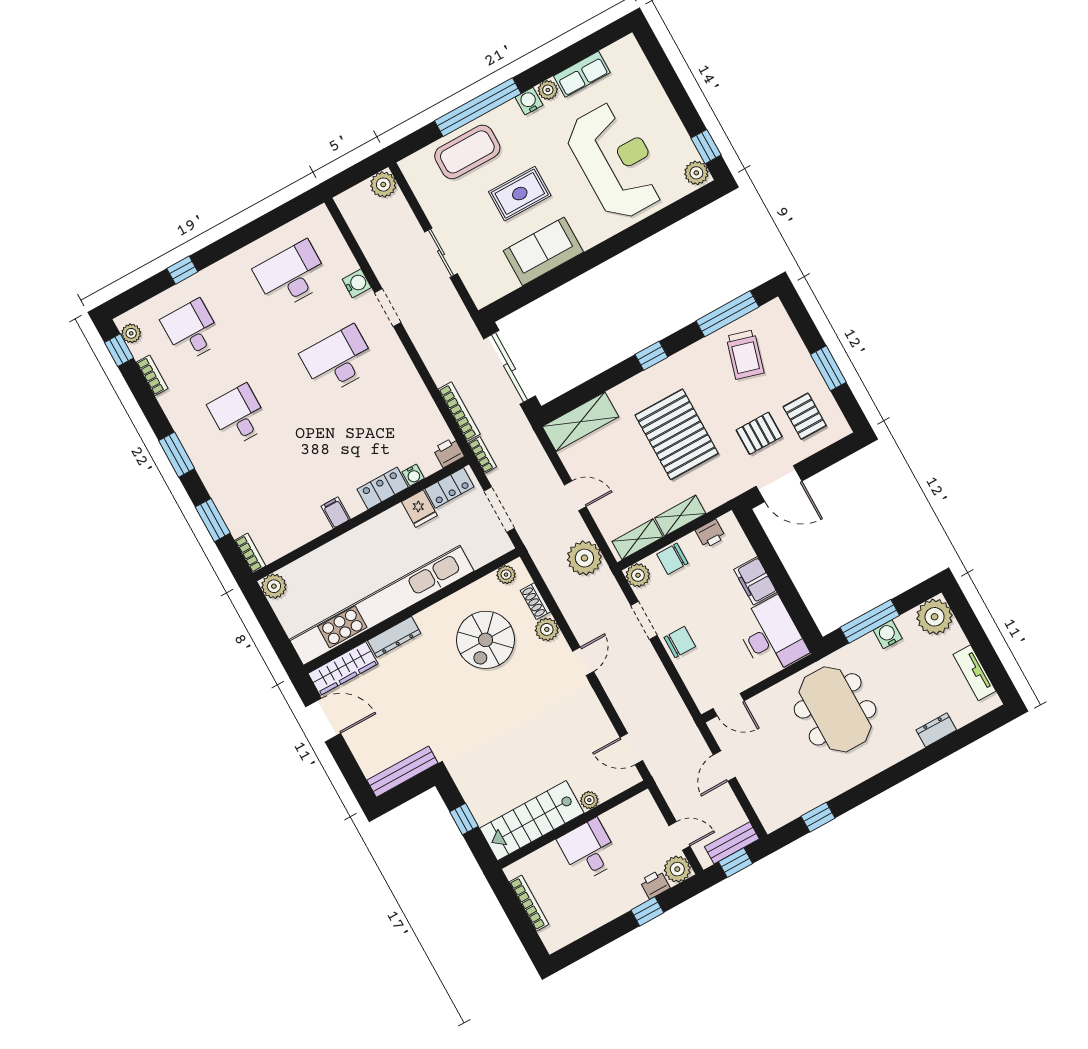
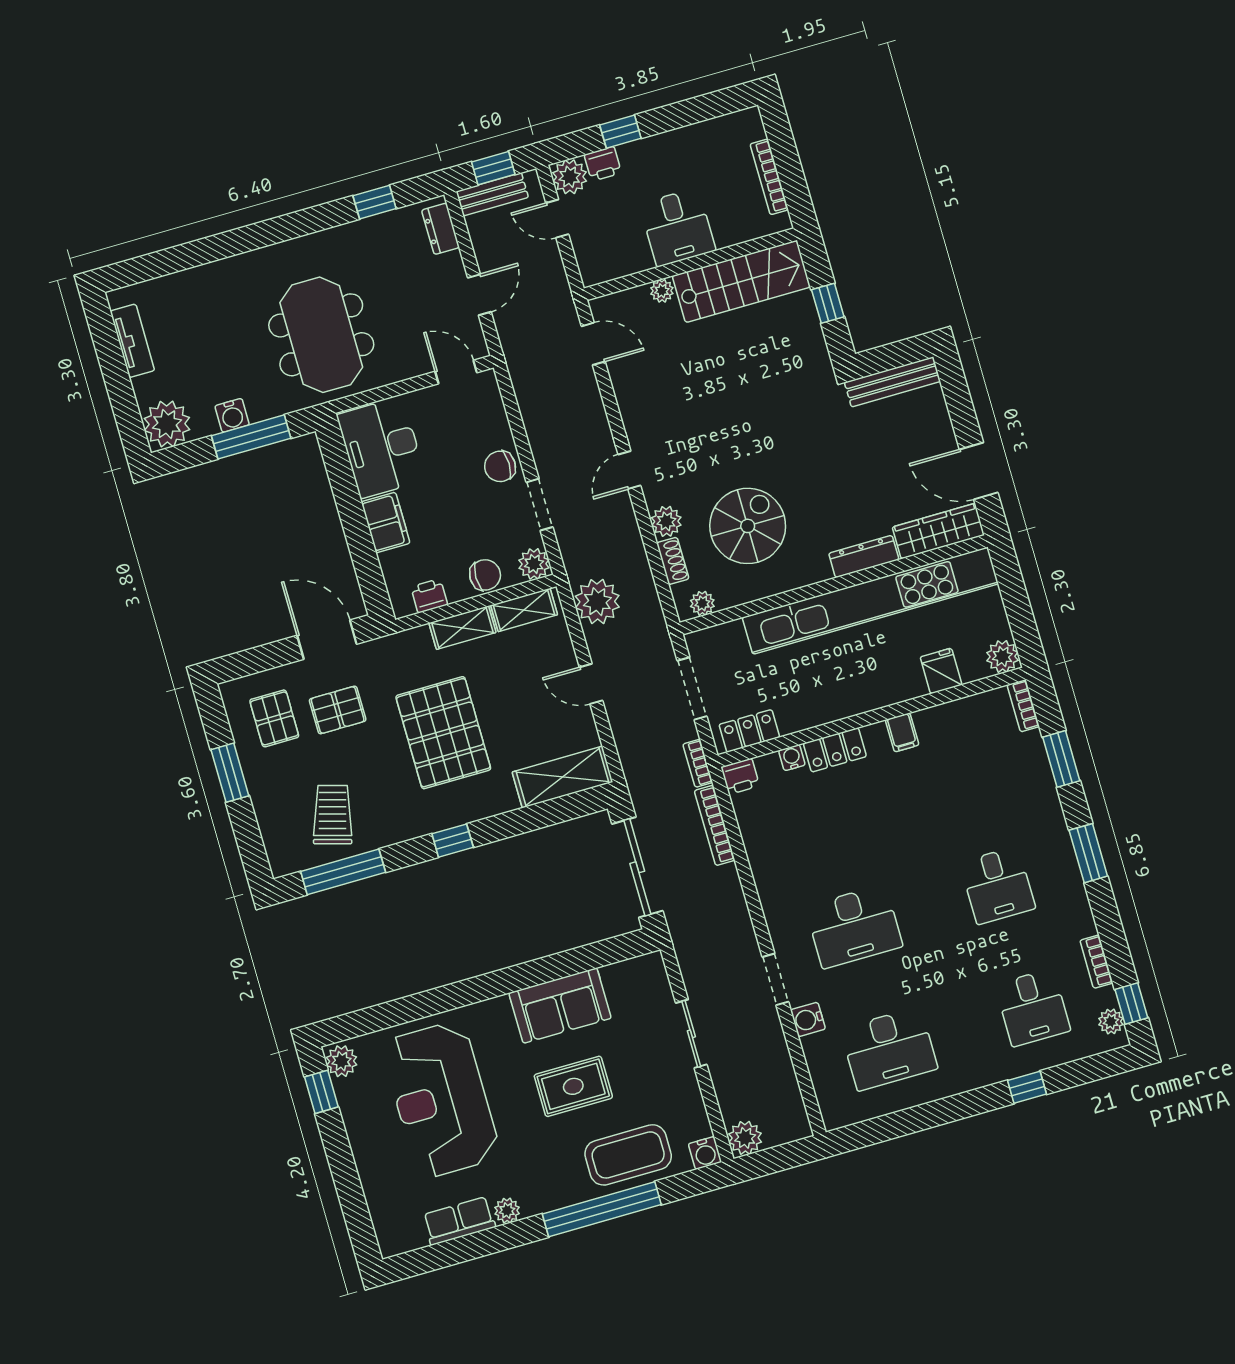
water cooler: (529, 101) -> (705, 1153), moved
fridge: (419, 509) -> (941, 671), moved
dresser: (936, 730) -> (441, 229), moved, turned 90

